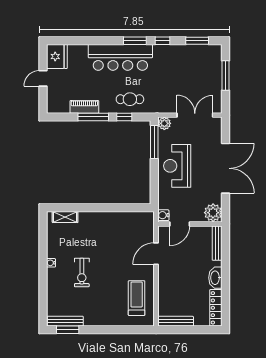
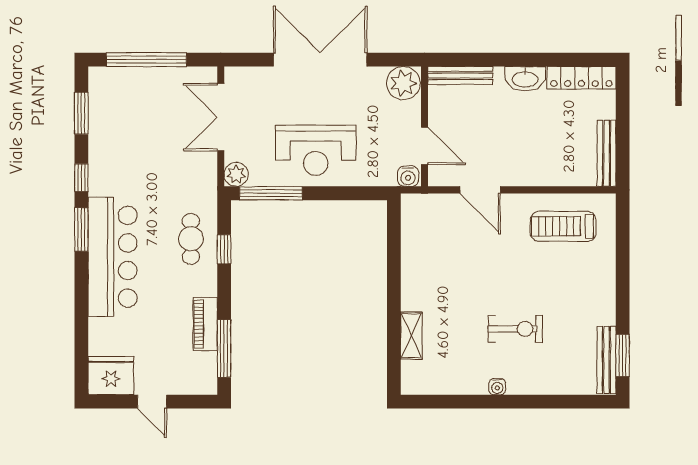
window: (226, 75) -> (146, 60), width x1.46
window: (93, 117) -> (224, 348), moved
shelving: (65, 217) -> (411, 336), moved

